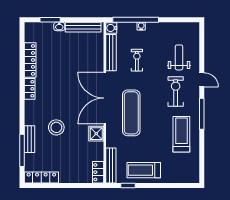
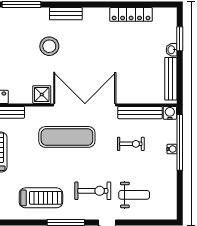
locker: (30, 89) -> (96, 14), removed
bench: (30, 139) -> (66, 14), moved

